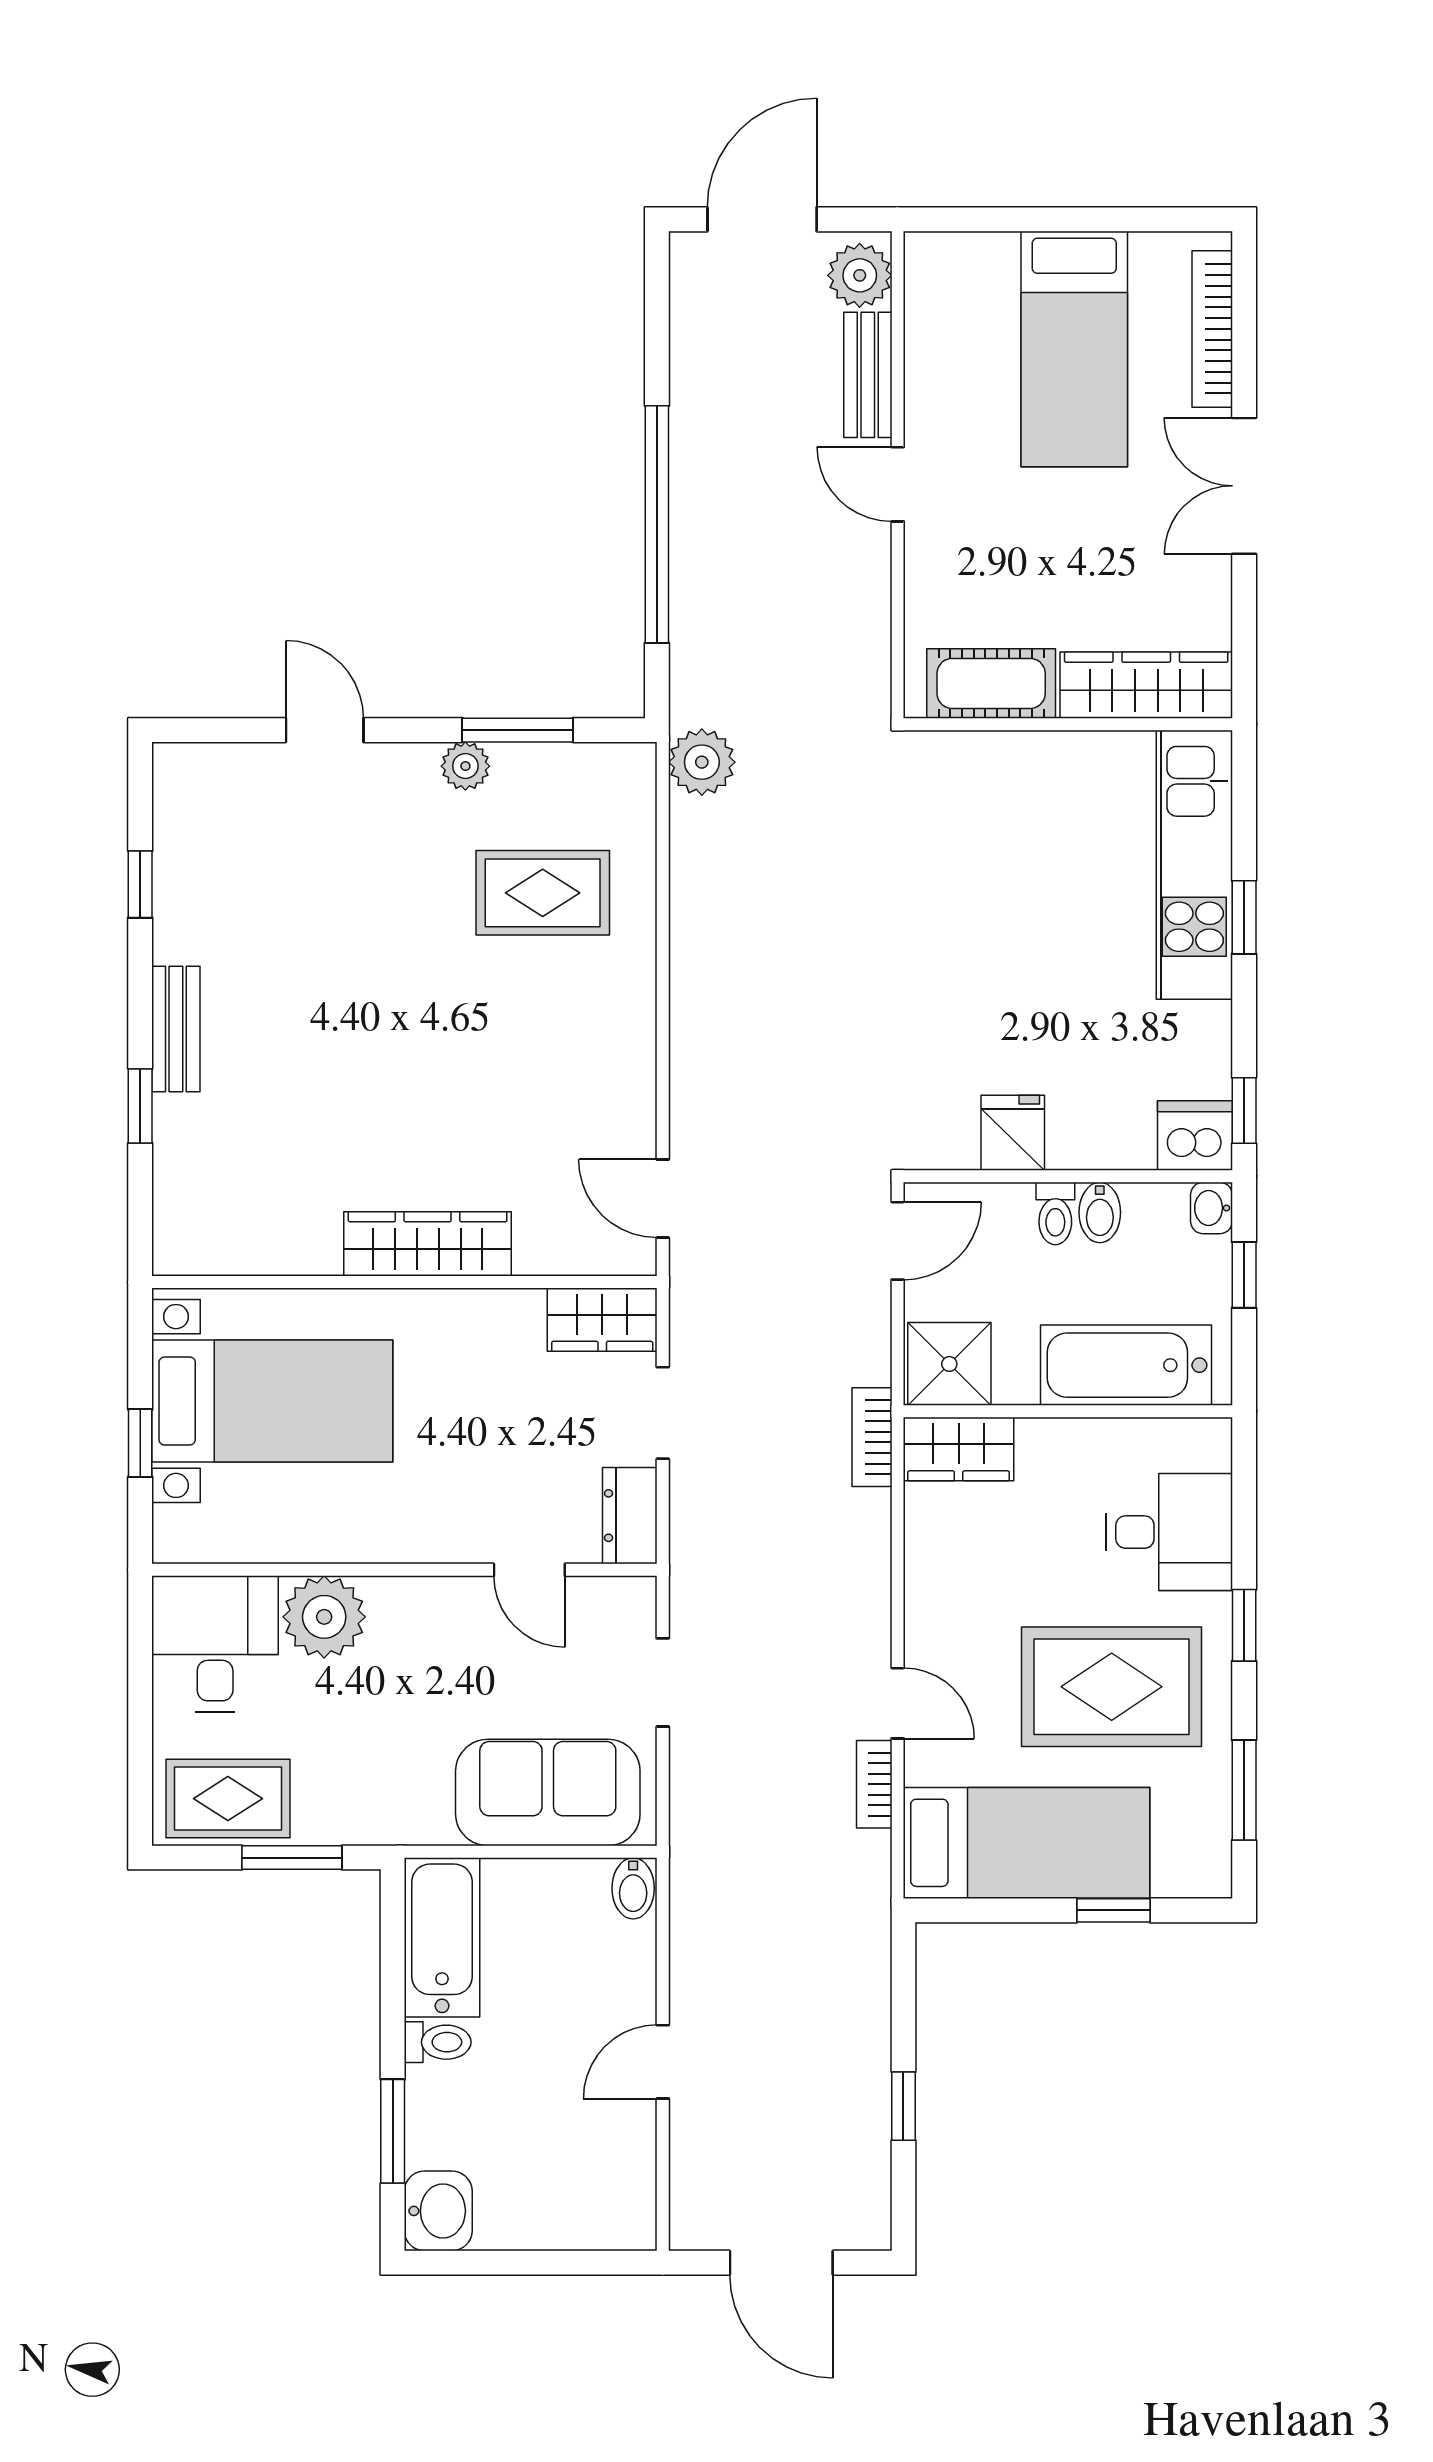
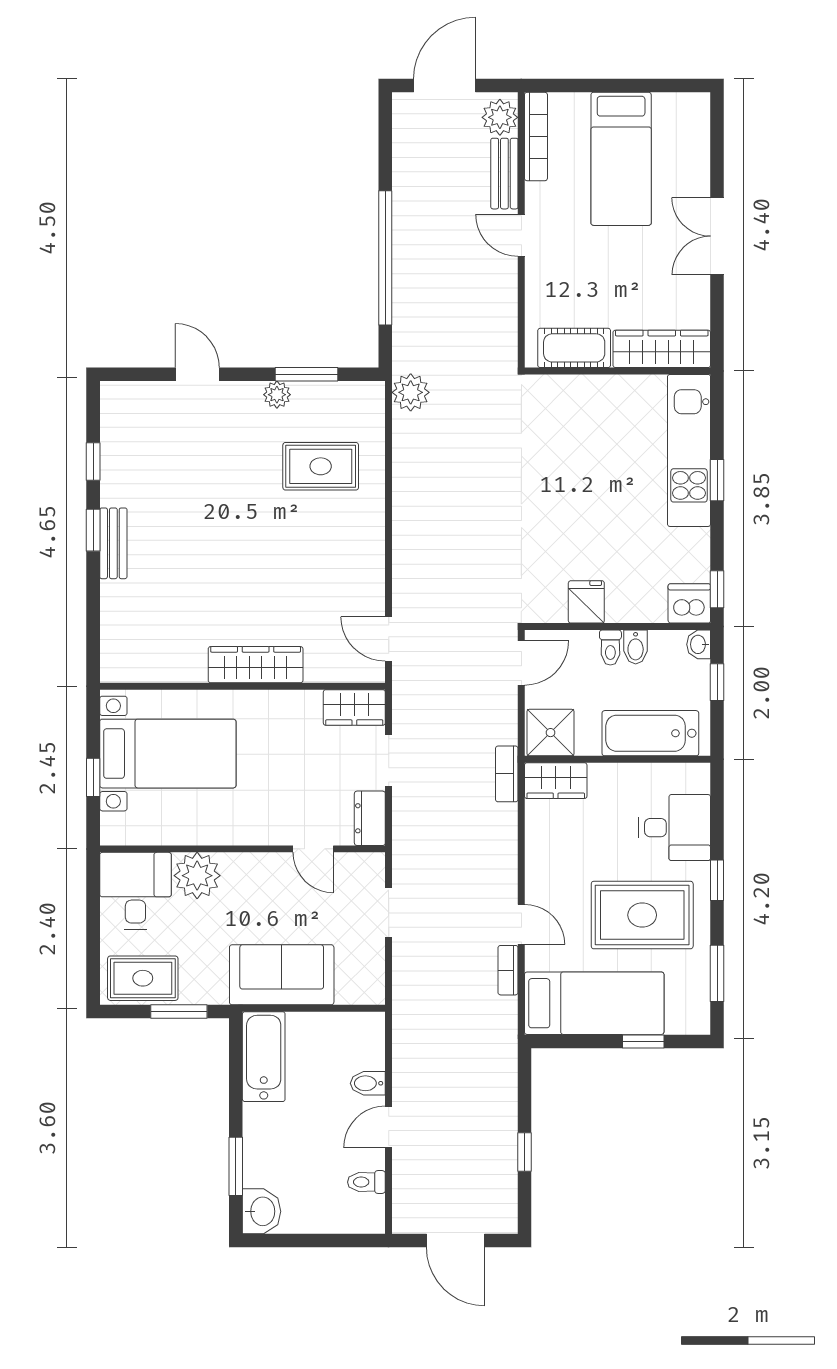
bookcase: (1212, 329) -> (536, 136), moved, turned 180
window: (140, 1106) -> (93, 530), moved
sofa: (548, 1792) -> (282, 975), moved
bidet: (633, 1888) -> (368, 1083), moved, turned 90
toilet: (438, 2042) -> (366, 1182), moved, turned 180

